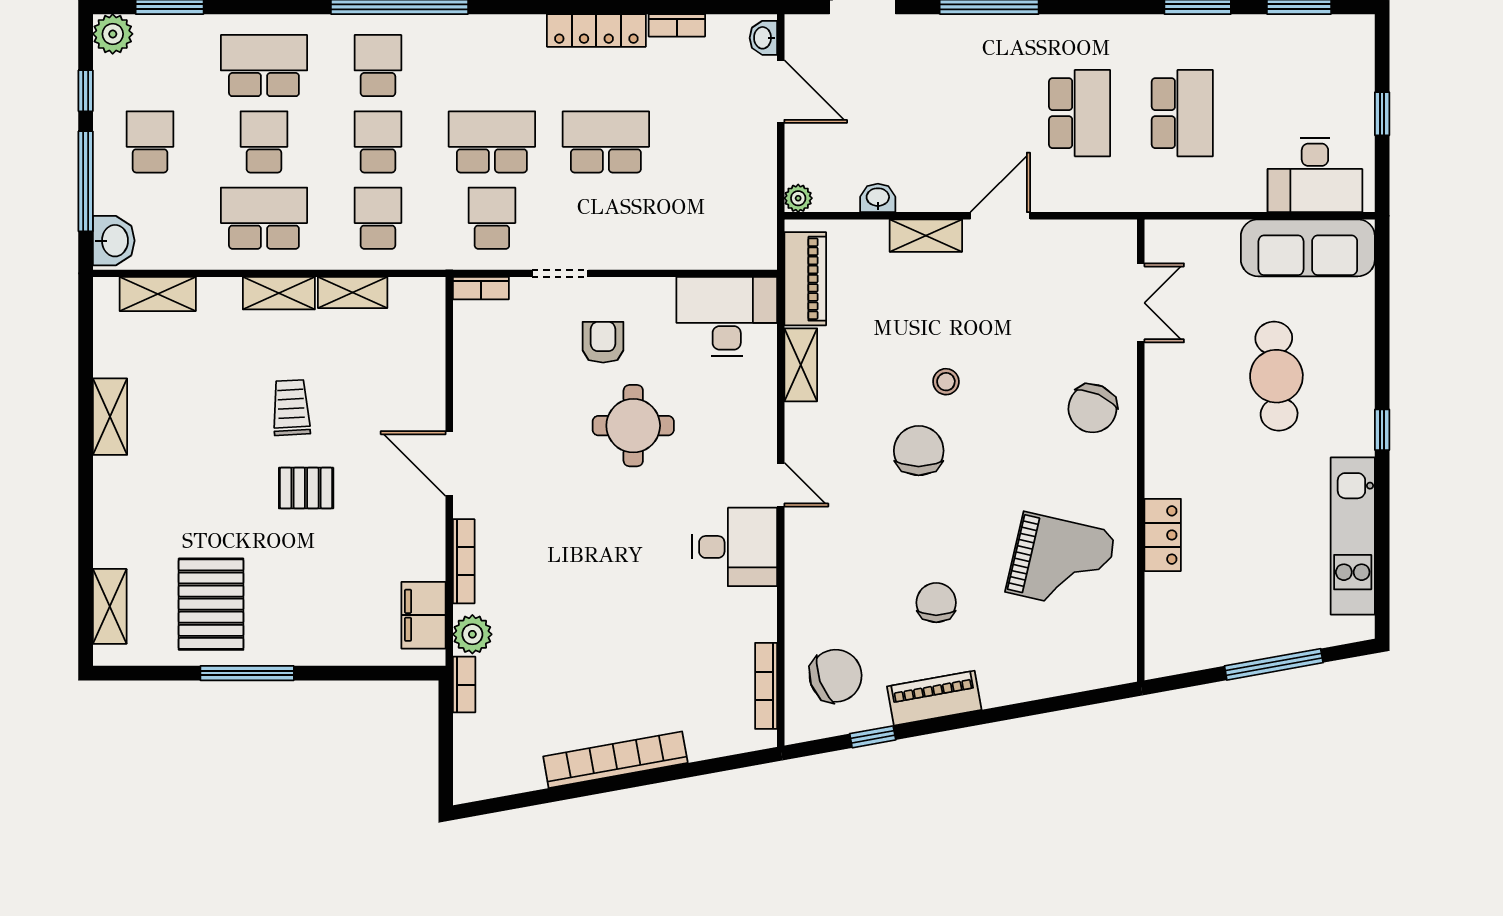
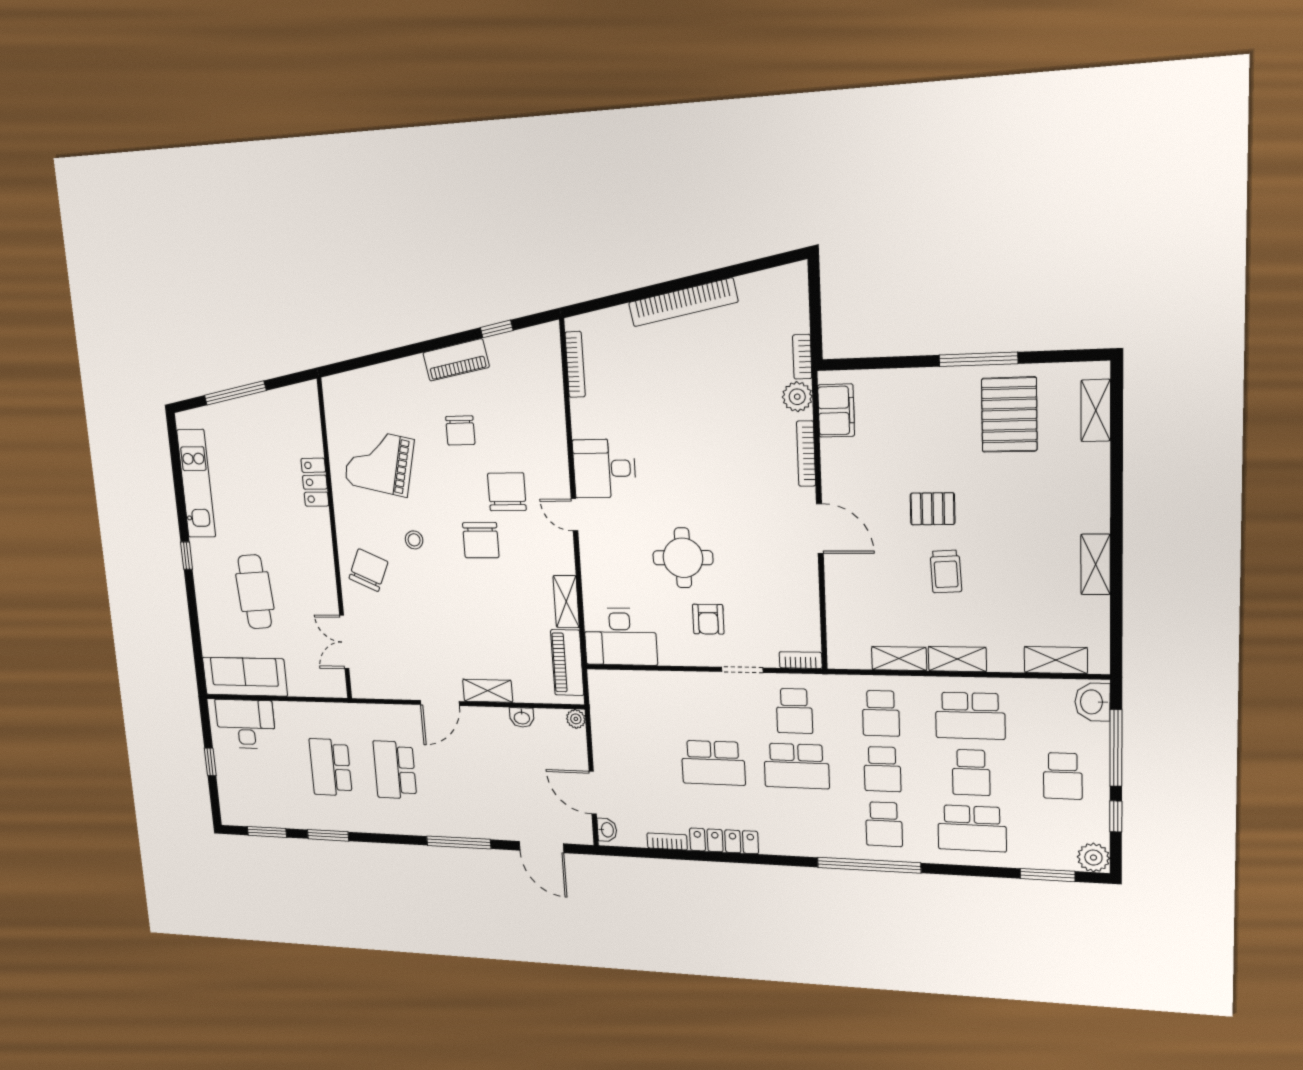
stool: (946, 382) -> (414, 540), moved
chair: (836, 676) -> (507, 492), moved, turned 110

